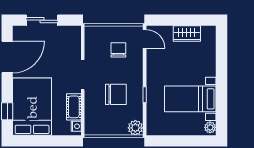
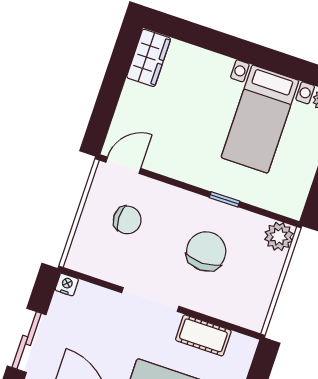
wardrobe: (187, 34) -> (149, 58), moved
chair: (118, 50) -> (127, 220), turned 180
nightstand: (76, 126) -> (67, 285), moved

